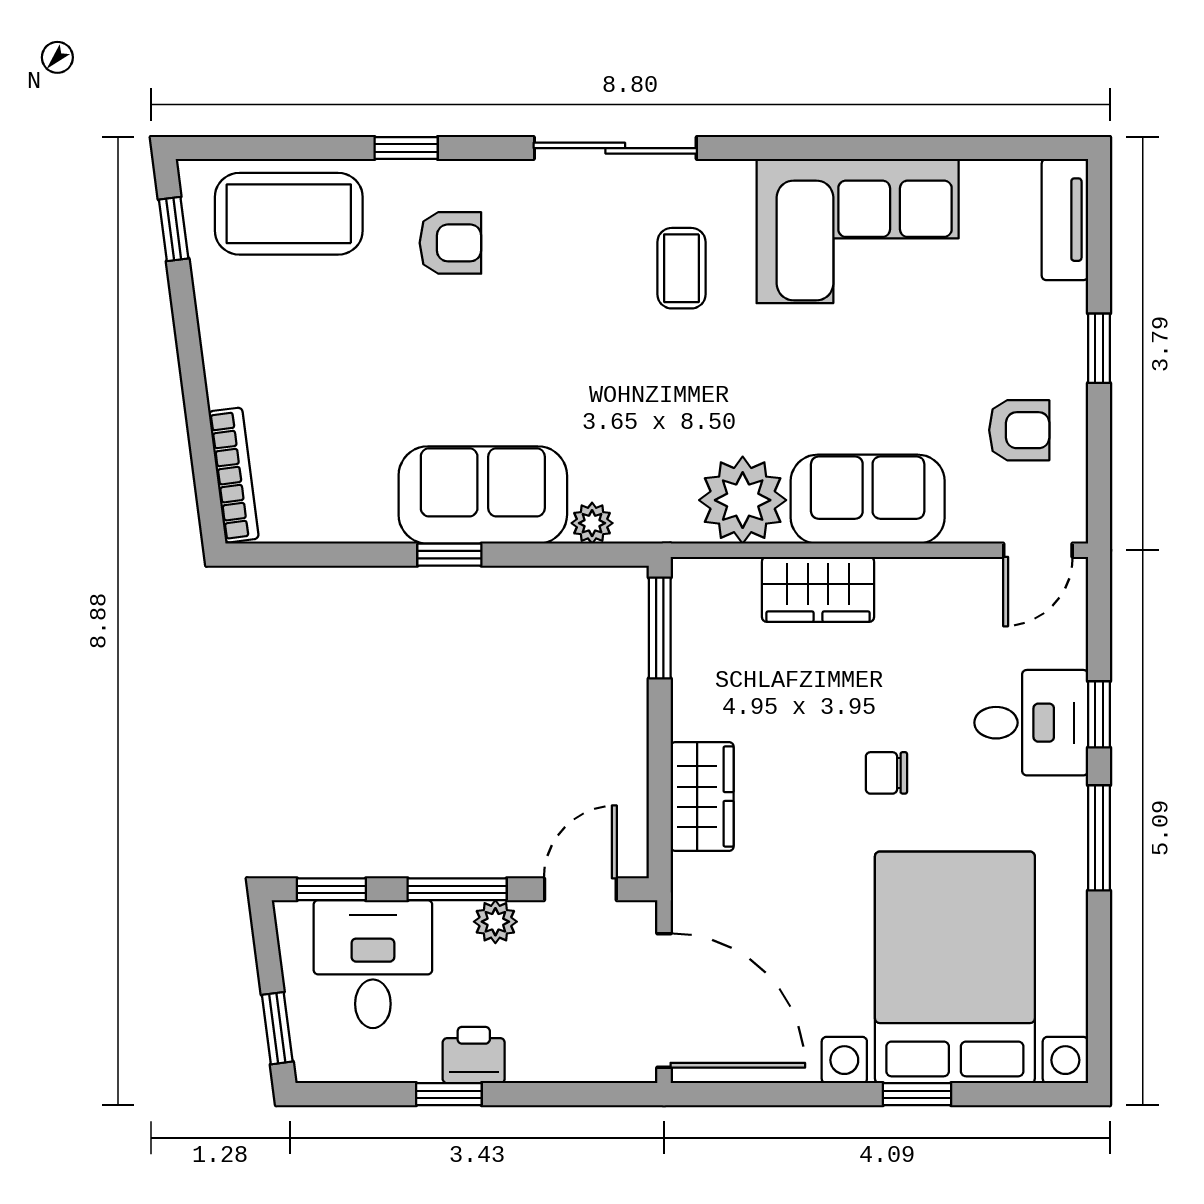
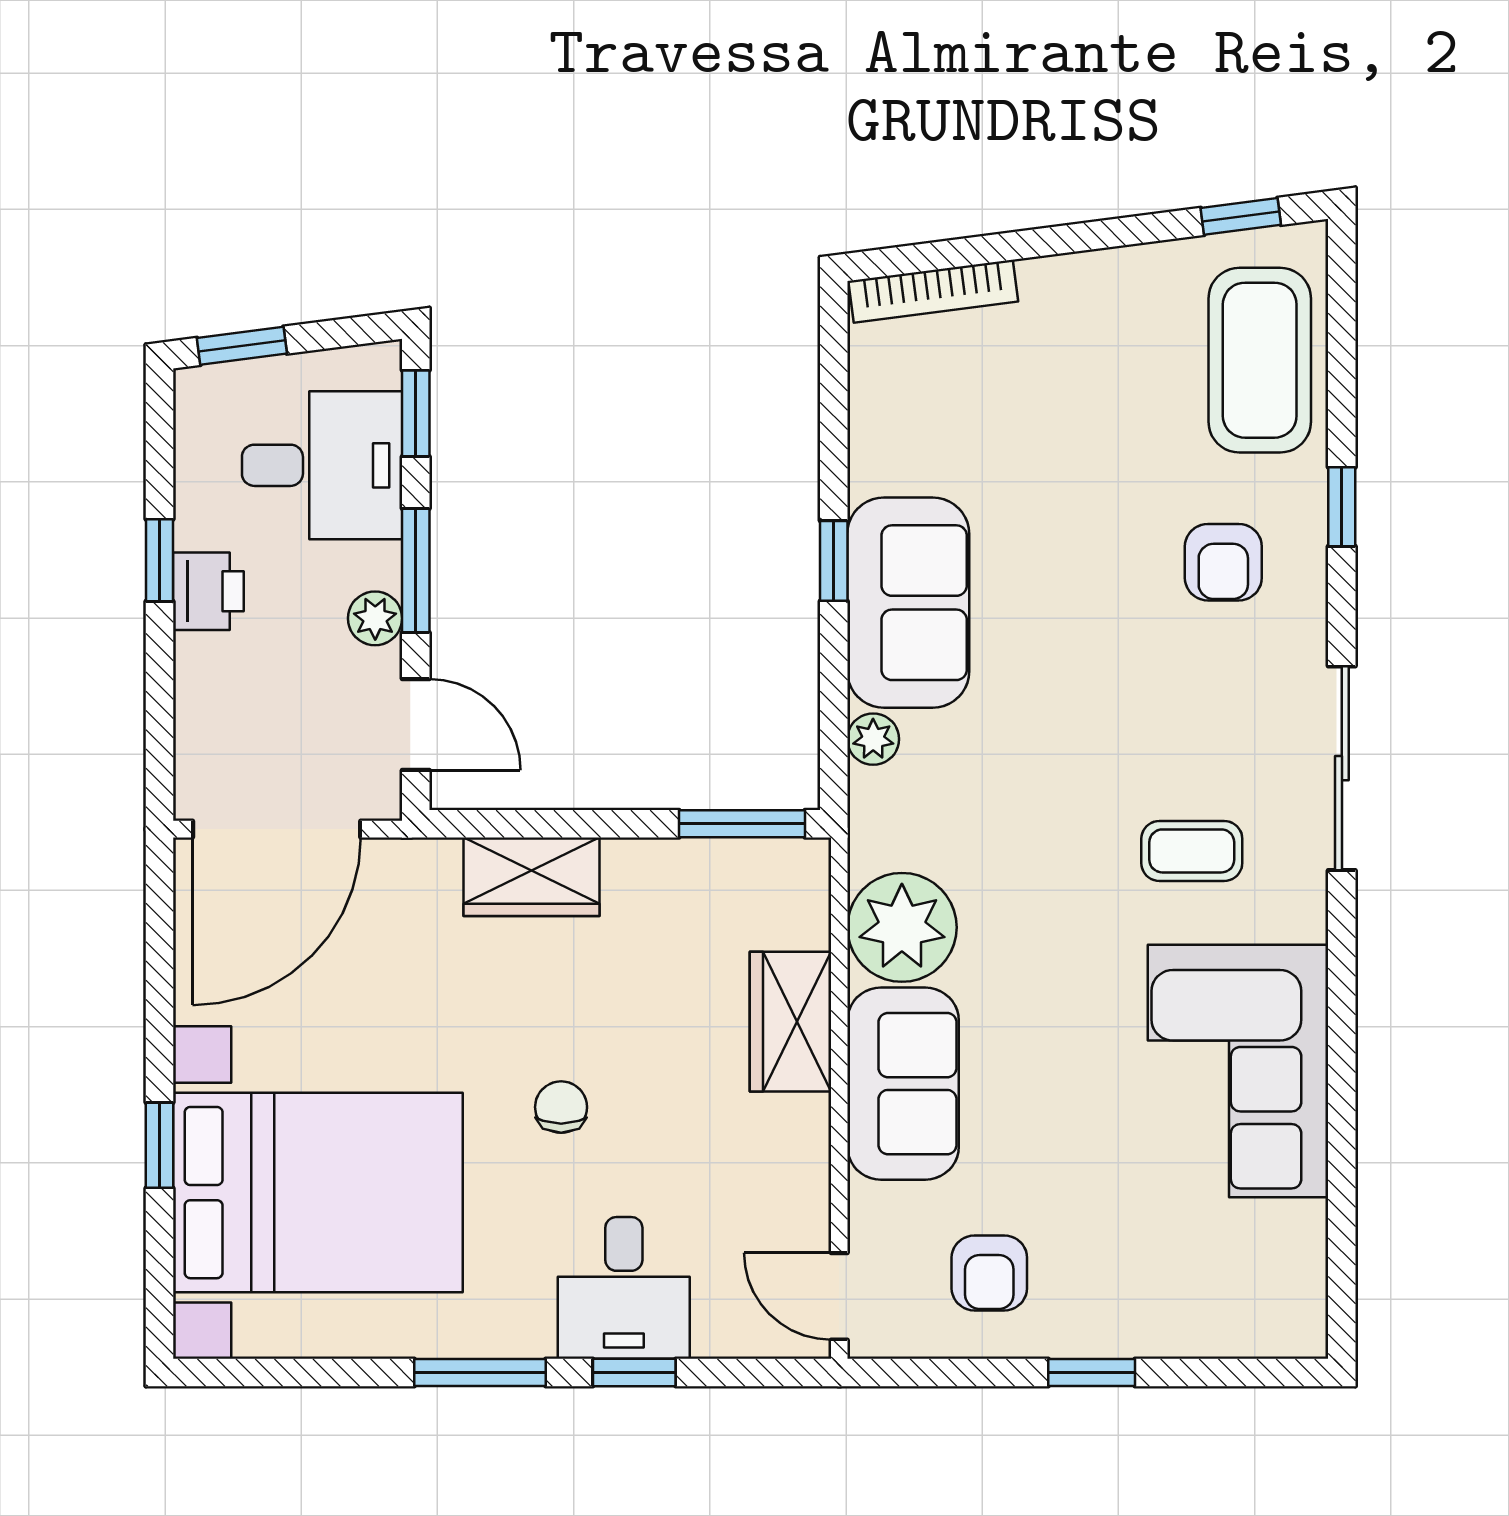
tv unit: (1065, 220) -> (1252, 1330), removed

